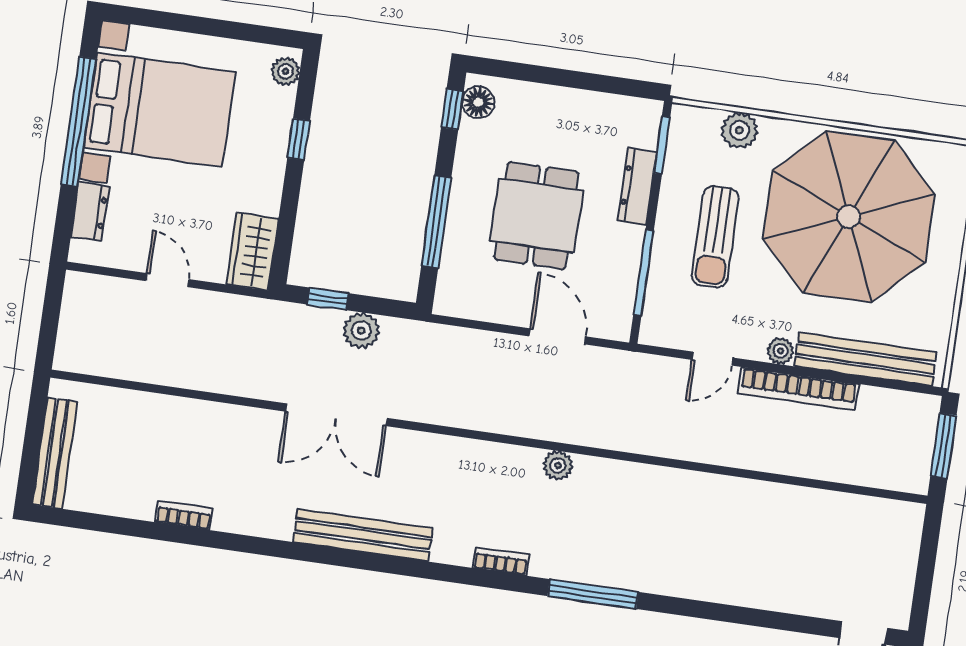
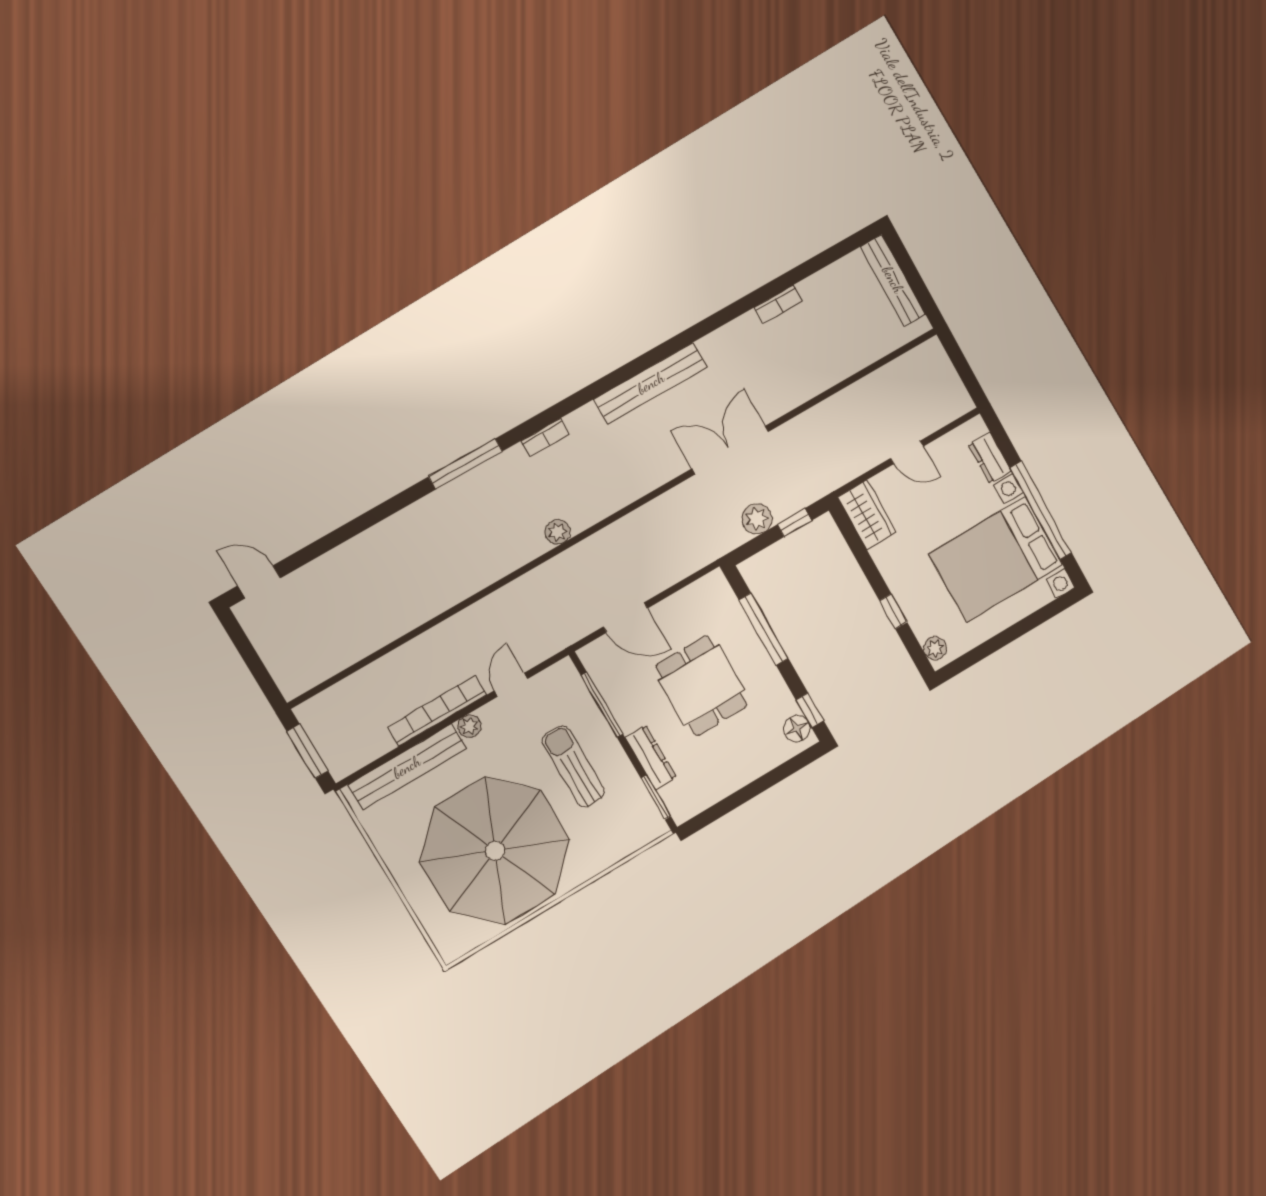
plant: (739, 130) -> (613, 848), removed

